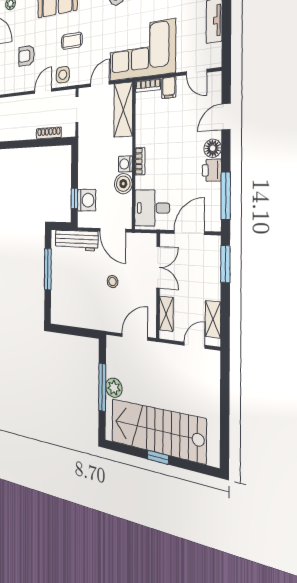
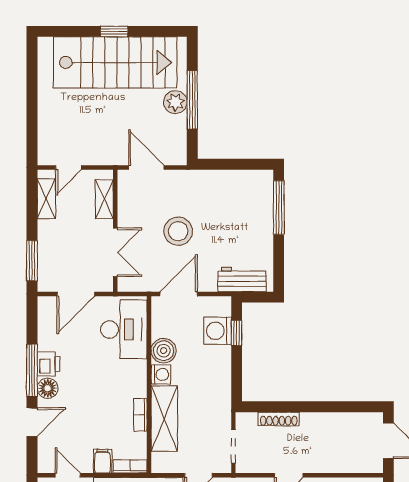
shelving: (123, 110) -> (164, 419), moved
bookcase: (140, 161) -> (140, 415), moved
window: (226, 196) -> (32, 370), moved
desk: (152, 208) -> (124, 329), width x1.37
door: (113, 230) -> (179, 294), hinge flipped
workbench: (76, 240) -> (242, 279), width x0.73
double door: (158, 267) -> (115, 252), swing flipped
window: (48, 269) -> (279, 207), moved
stool: (113, 282) -> (178, 231), width x1.89, depth x1.89
door: (135, 337) -> (146, 167), swing flipped

